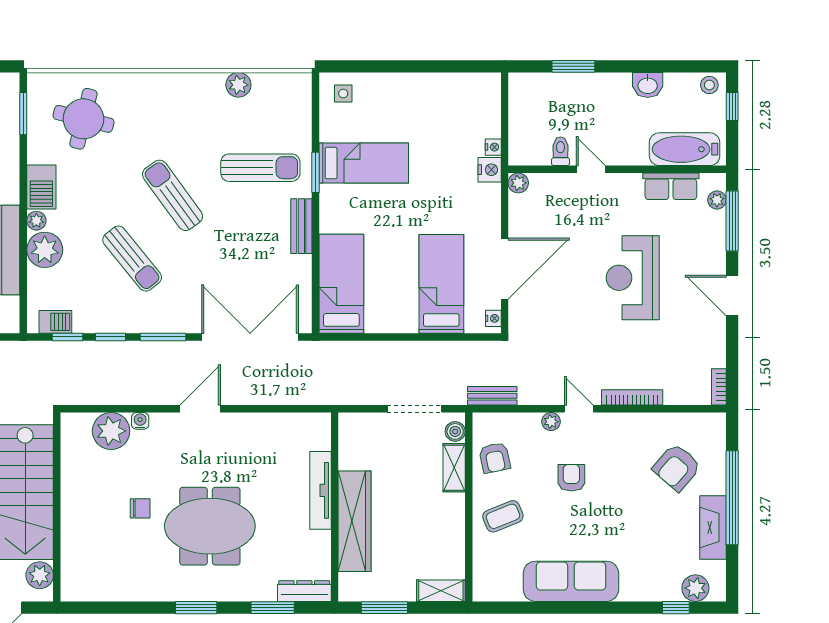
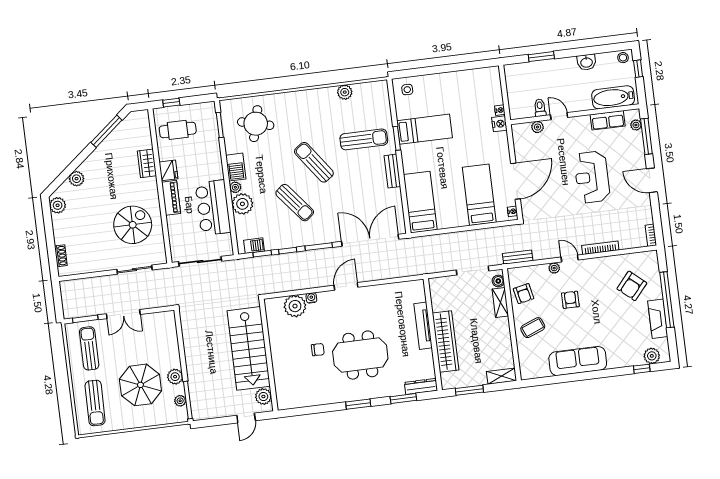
plant: (518, 183) -> (538, 127), moved

